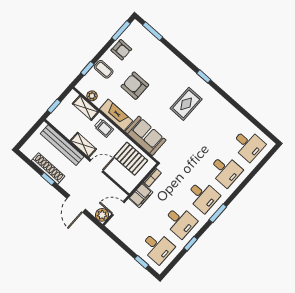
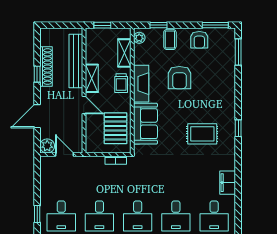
armchair: (135, 86) -> (179, 78), turned 180
plant: (92, 96) -> (139, 38), moved
filing cabinet: (141, 195) -> (228, 183), moved, turned 90

